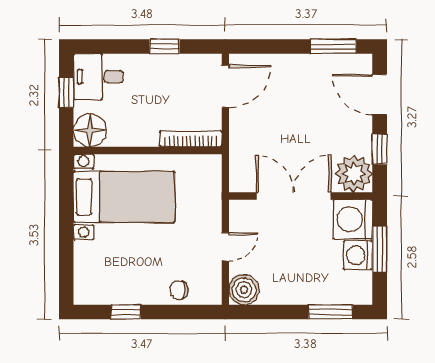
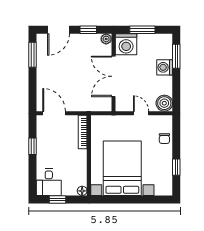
floor lamp: (90, 130) -> (82, 191), width x0.53, depth x0.53
plant: (354, 174) -> (106, 39), width x0.53, depth x0.53
bed with nightstands: (124, 197) -> (122, 168), width x1.36
washing machine: (358, 255) -> (165, 67), moved, turned 90

